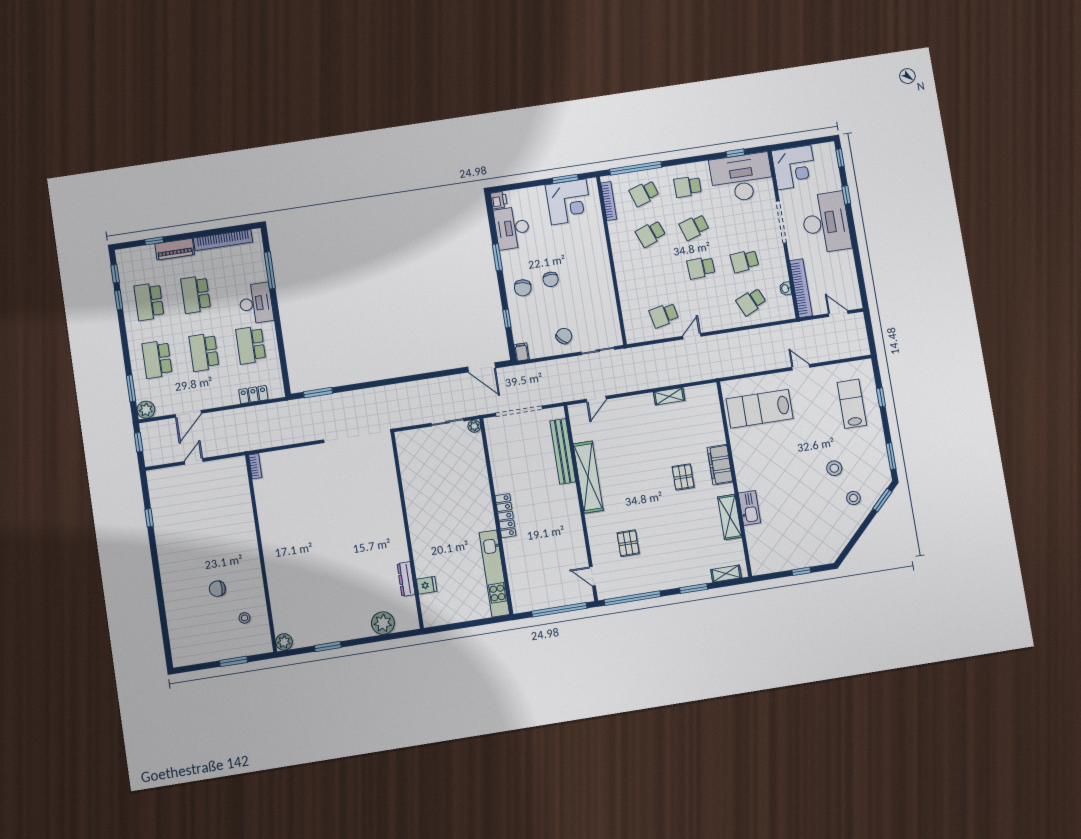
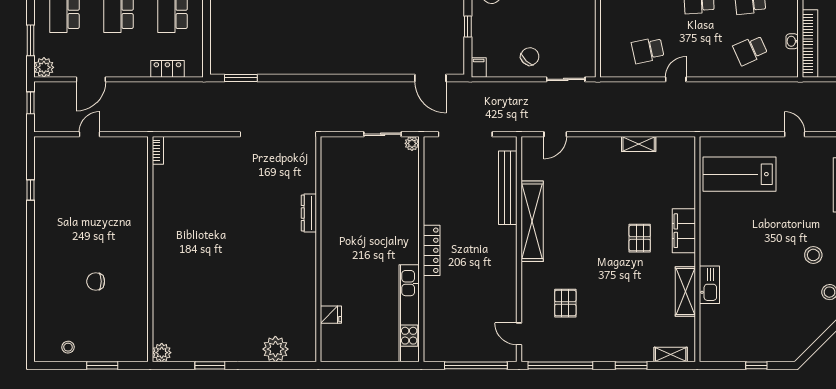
dresser: (406, 579) -> (309, 213), moved
stool: (245, 618) -> (68, 347), moved

